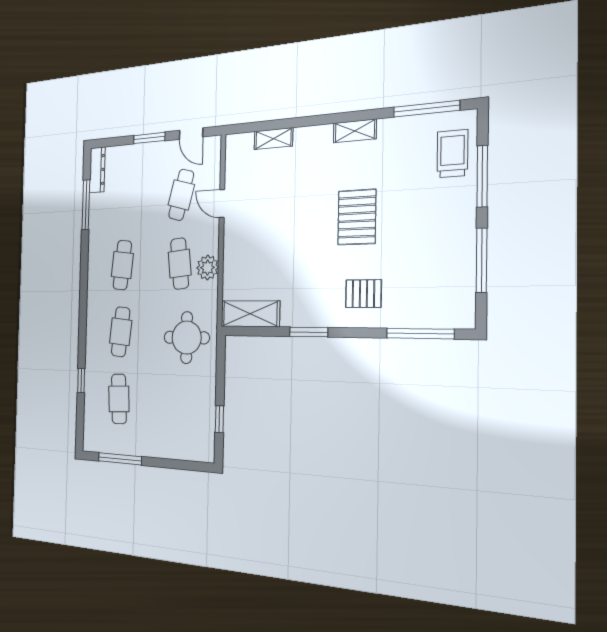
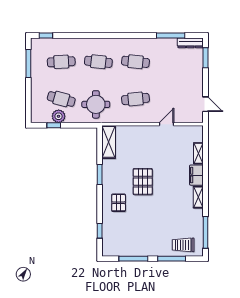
door: (191, 134) -> (205, 104), swing flipped
window: (149, 138) -> (205, 58), moved
filing cabinet: (313, 139) -> (196, 175), added
trolley: (452, 154) -> (183, 245), turned 180
cafe table: (181, 195) -> (61, 99), moved
pallet: (357, 217) -> (143, 182), moved, turned 90
plant: (208, 268) -> (59, 116), moved
window: (420, 334) -> (100, 231), width x0.46
window: (81, 381) -> (46, 36), moved

